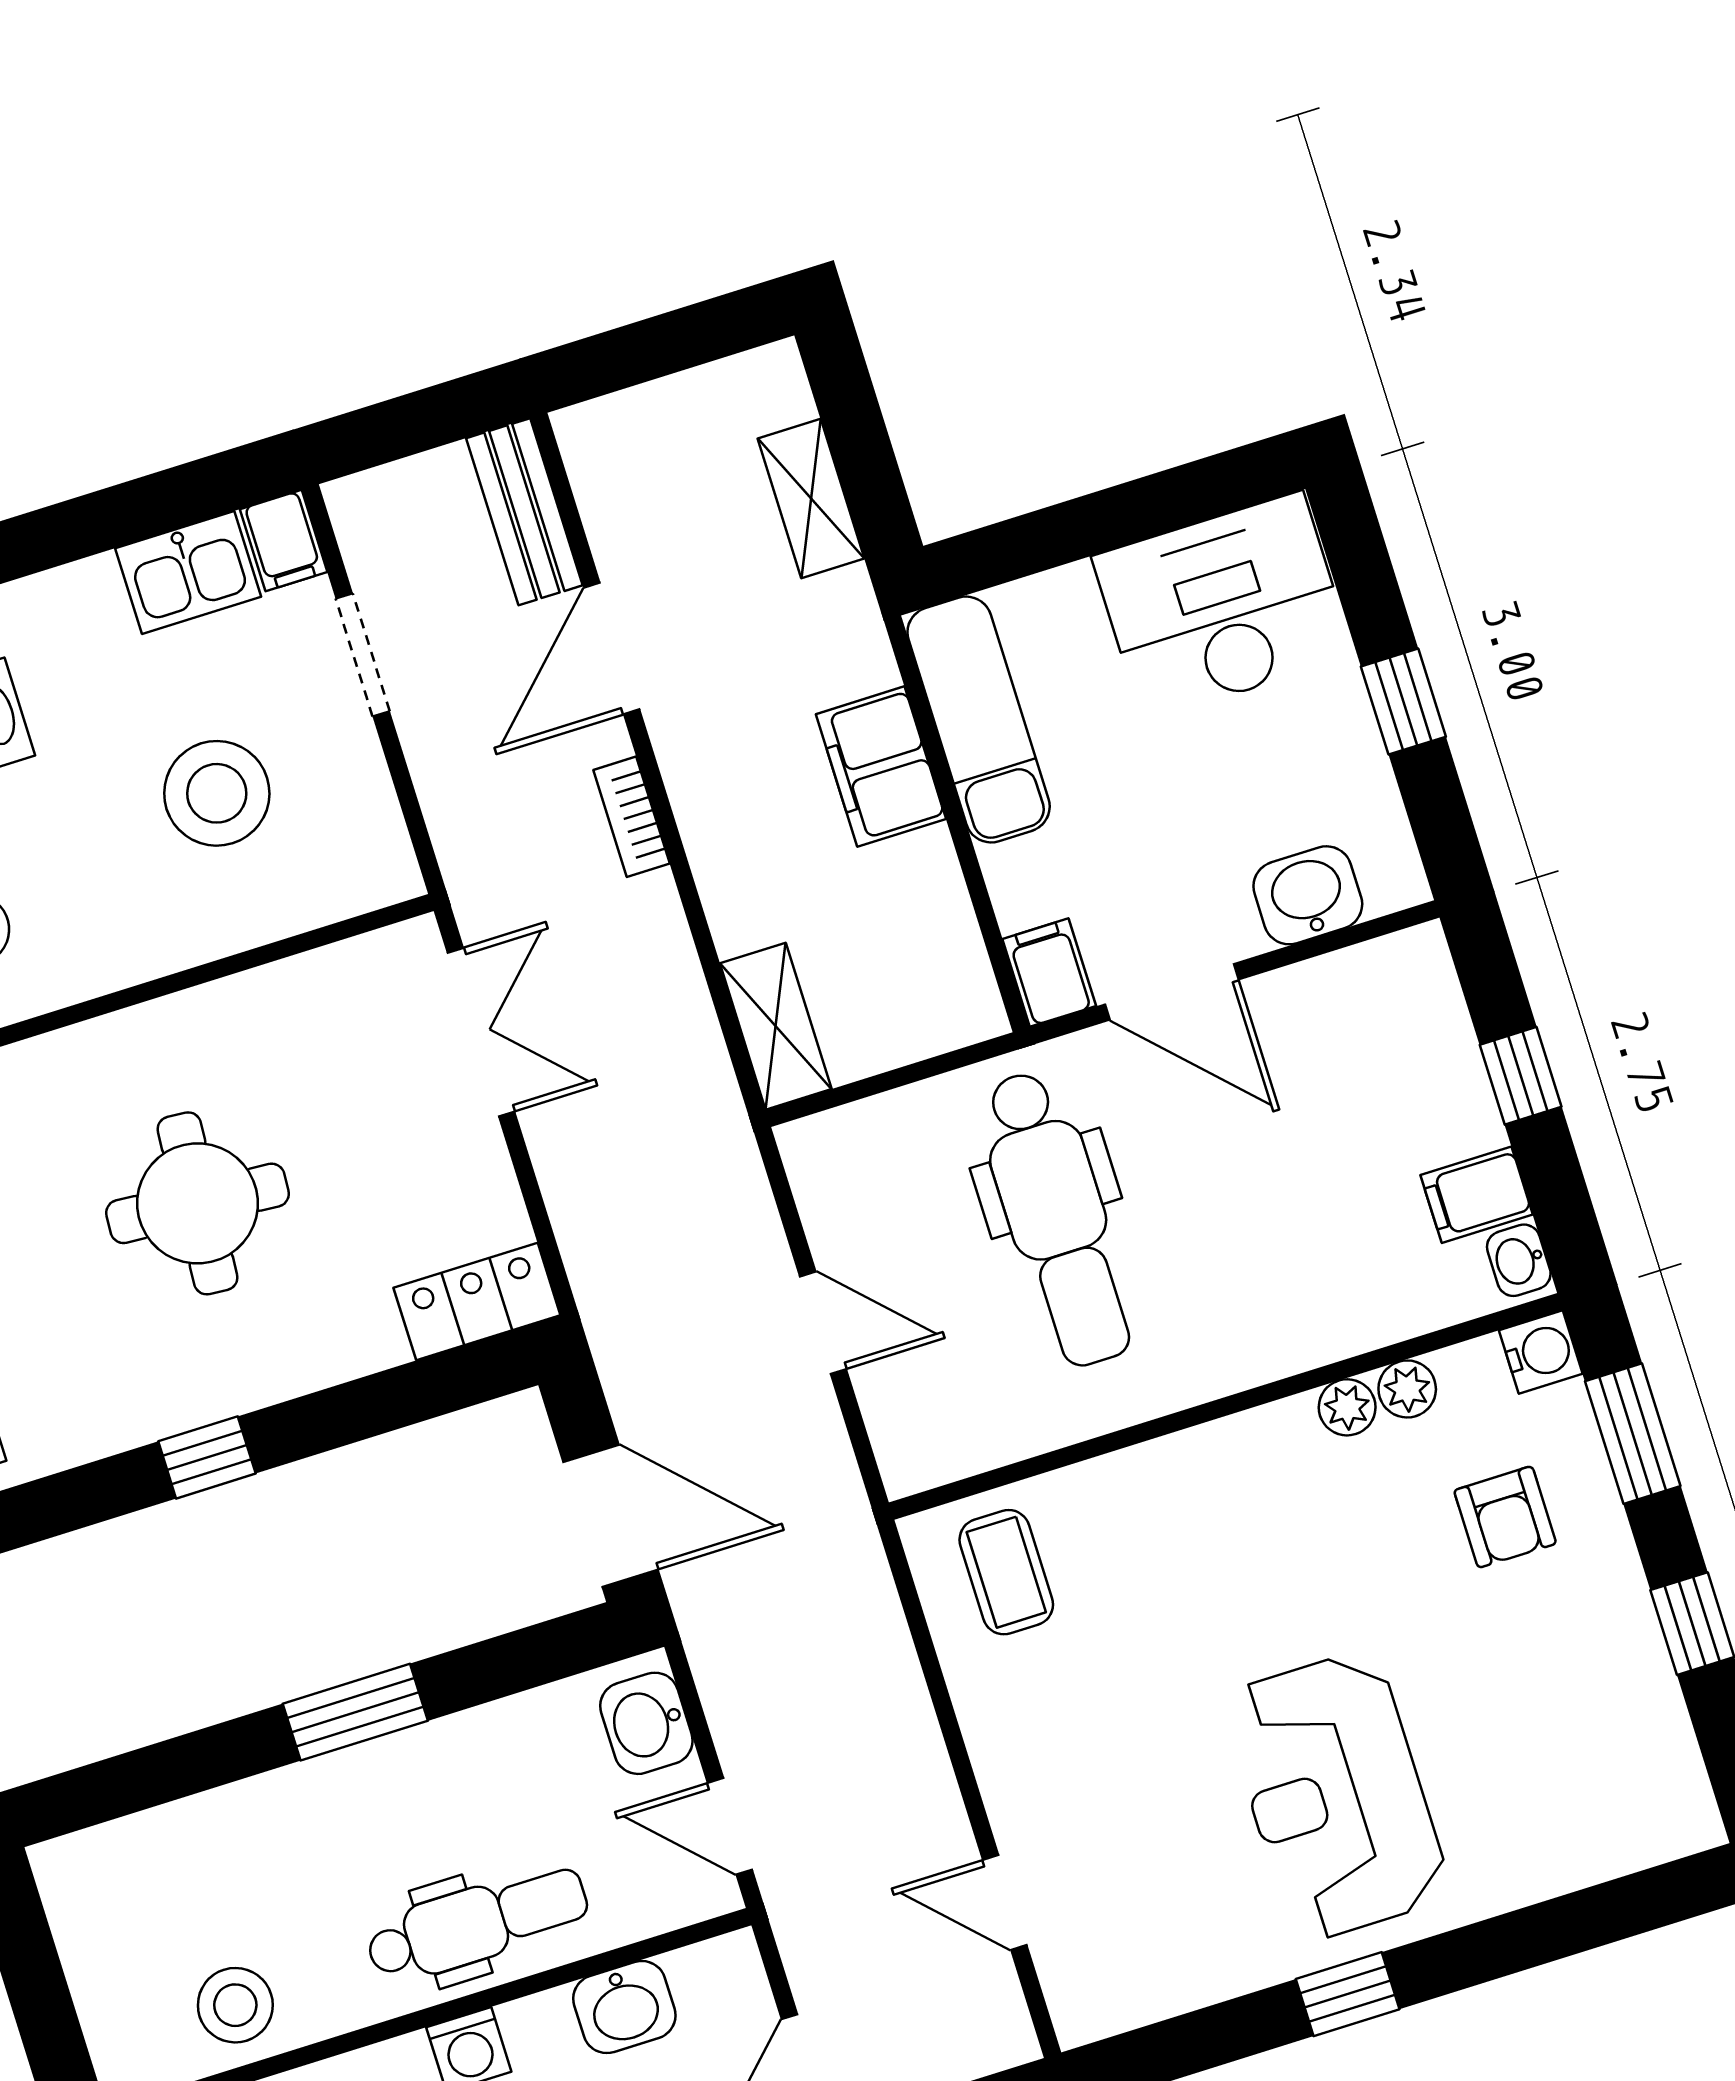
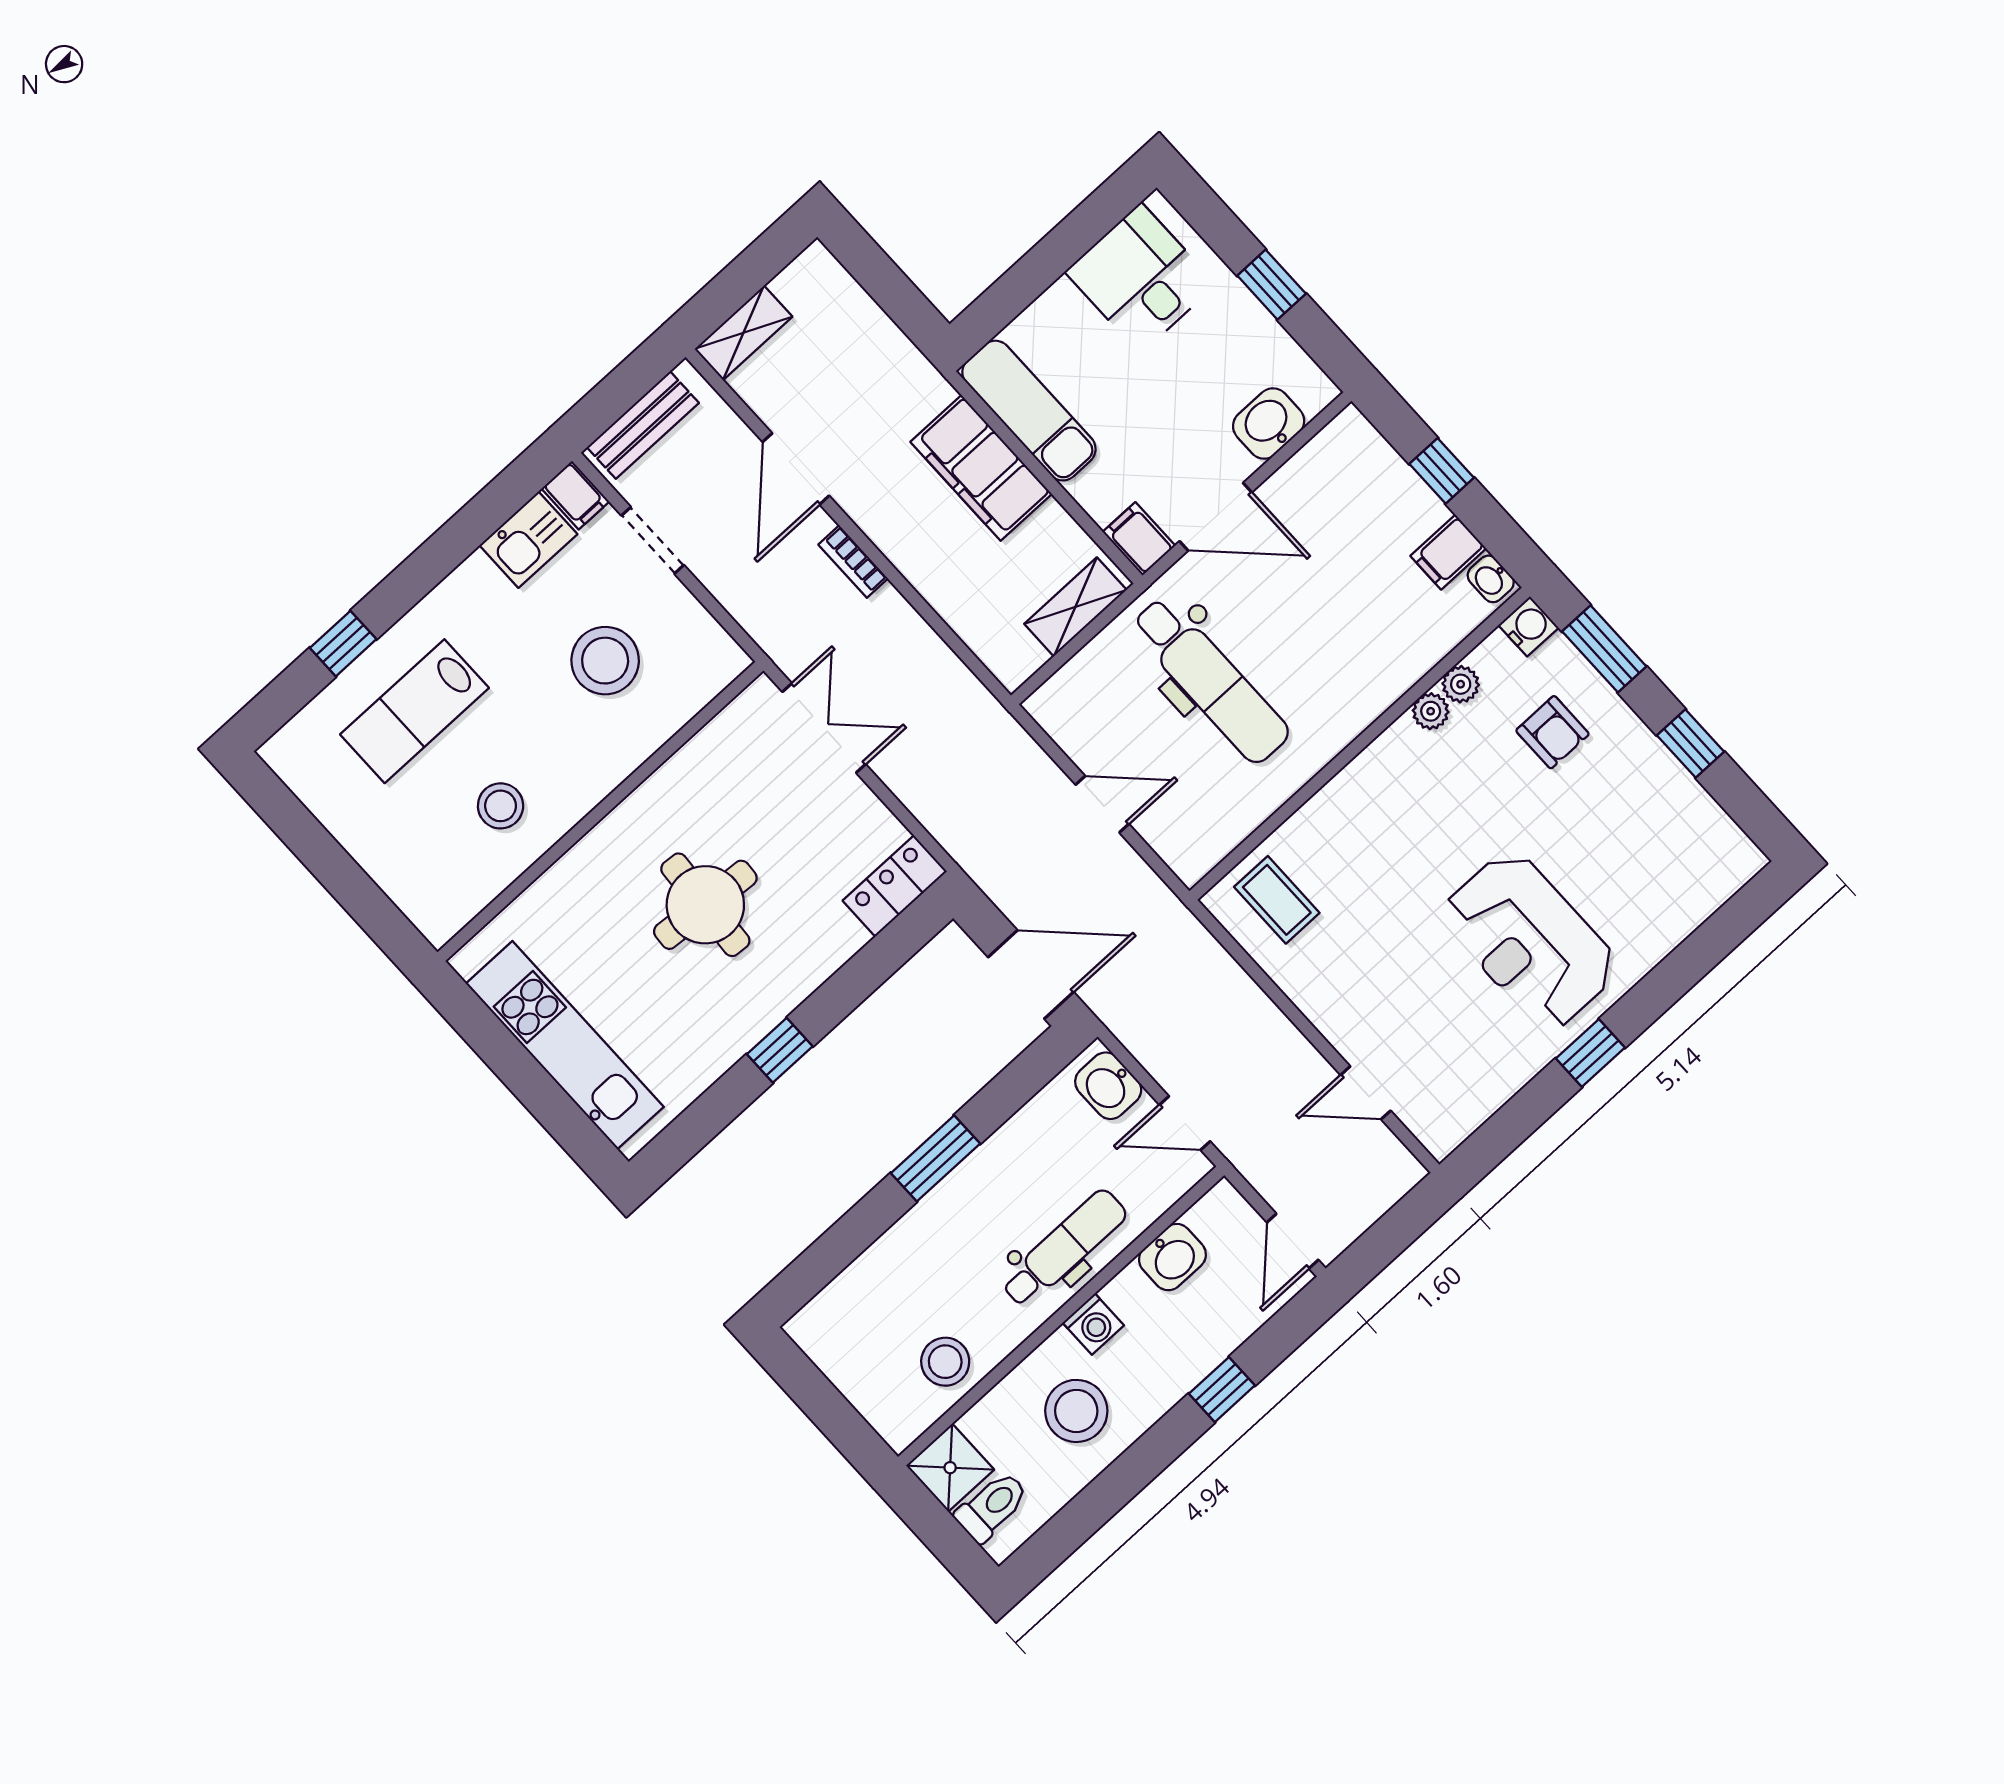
shelving: (811, 499) -> (743, 333), moved, turned 90
bench: (524, 512) -> (643, 425), moved, turned 90
desk: (1223, 606) -> (1141, 278), width x0.73
filing cabinet: (881, 767) -> (981, 468), width x1.50, depth x1.17
shelving: (776, 1026) -> (1075, 607), moved, turned 90

